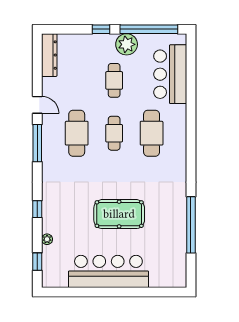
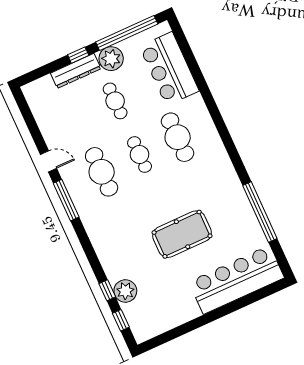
dresser: (49, 55) -> (76, 71), moved, turned 90
window: (37, 209) -> (107, 290), moved
plant: (47, 239) -> (125, 291), width x1.87, depth x1.87
bar counter: (108, 271) -> (236, 280), moved

